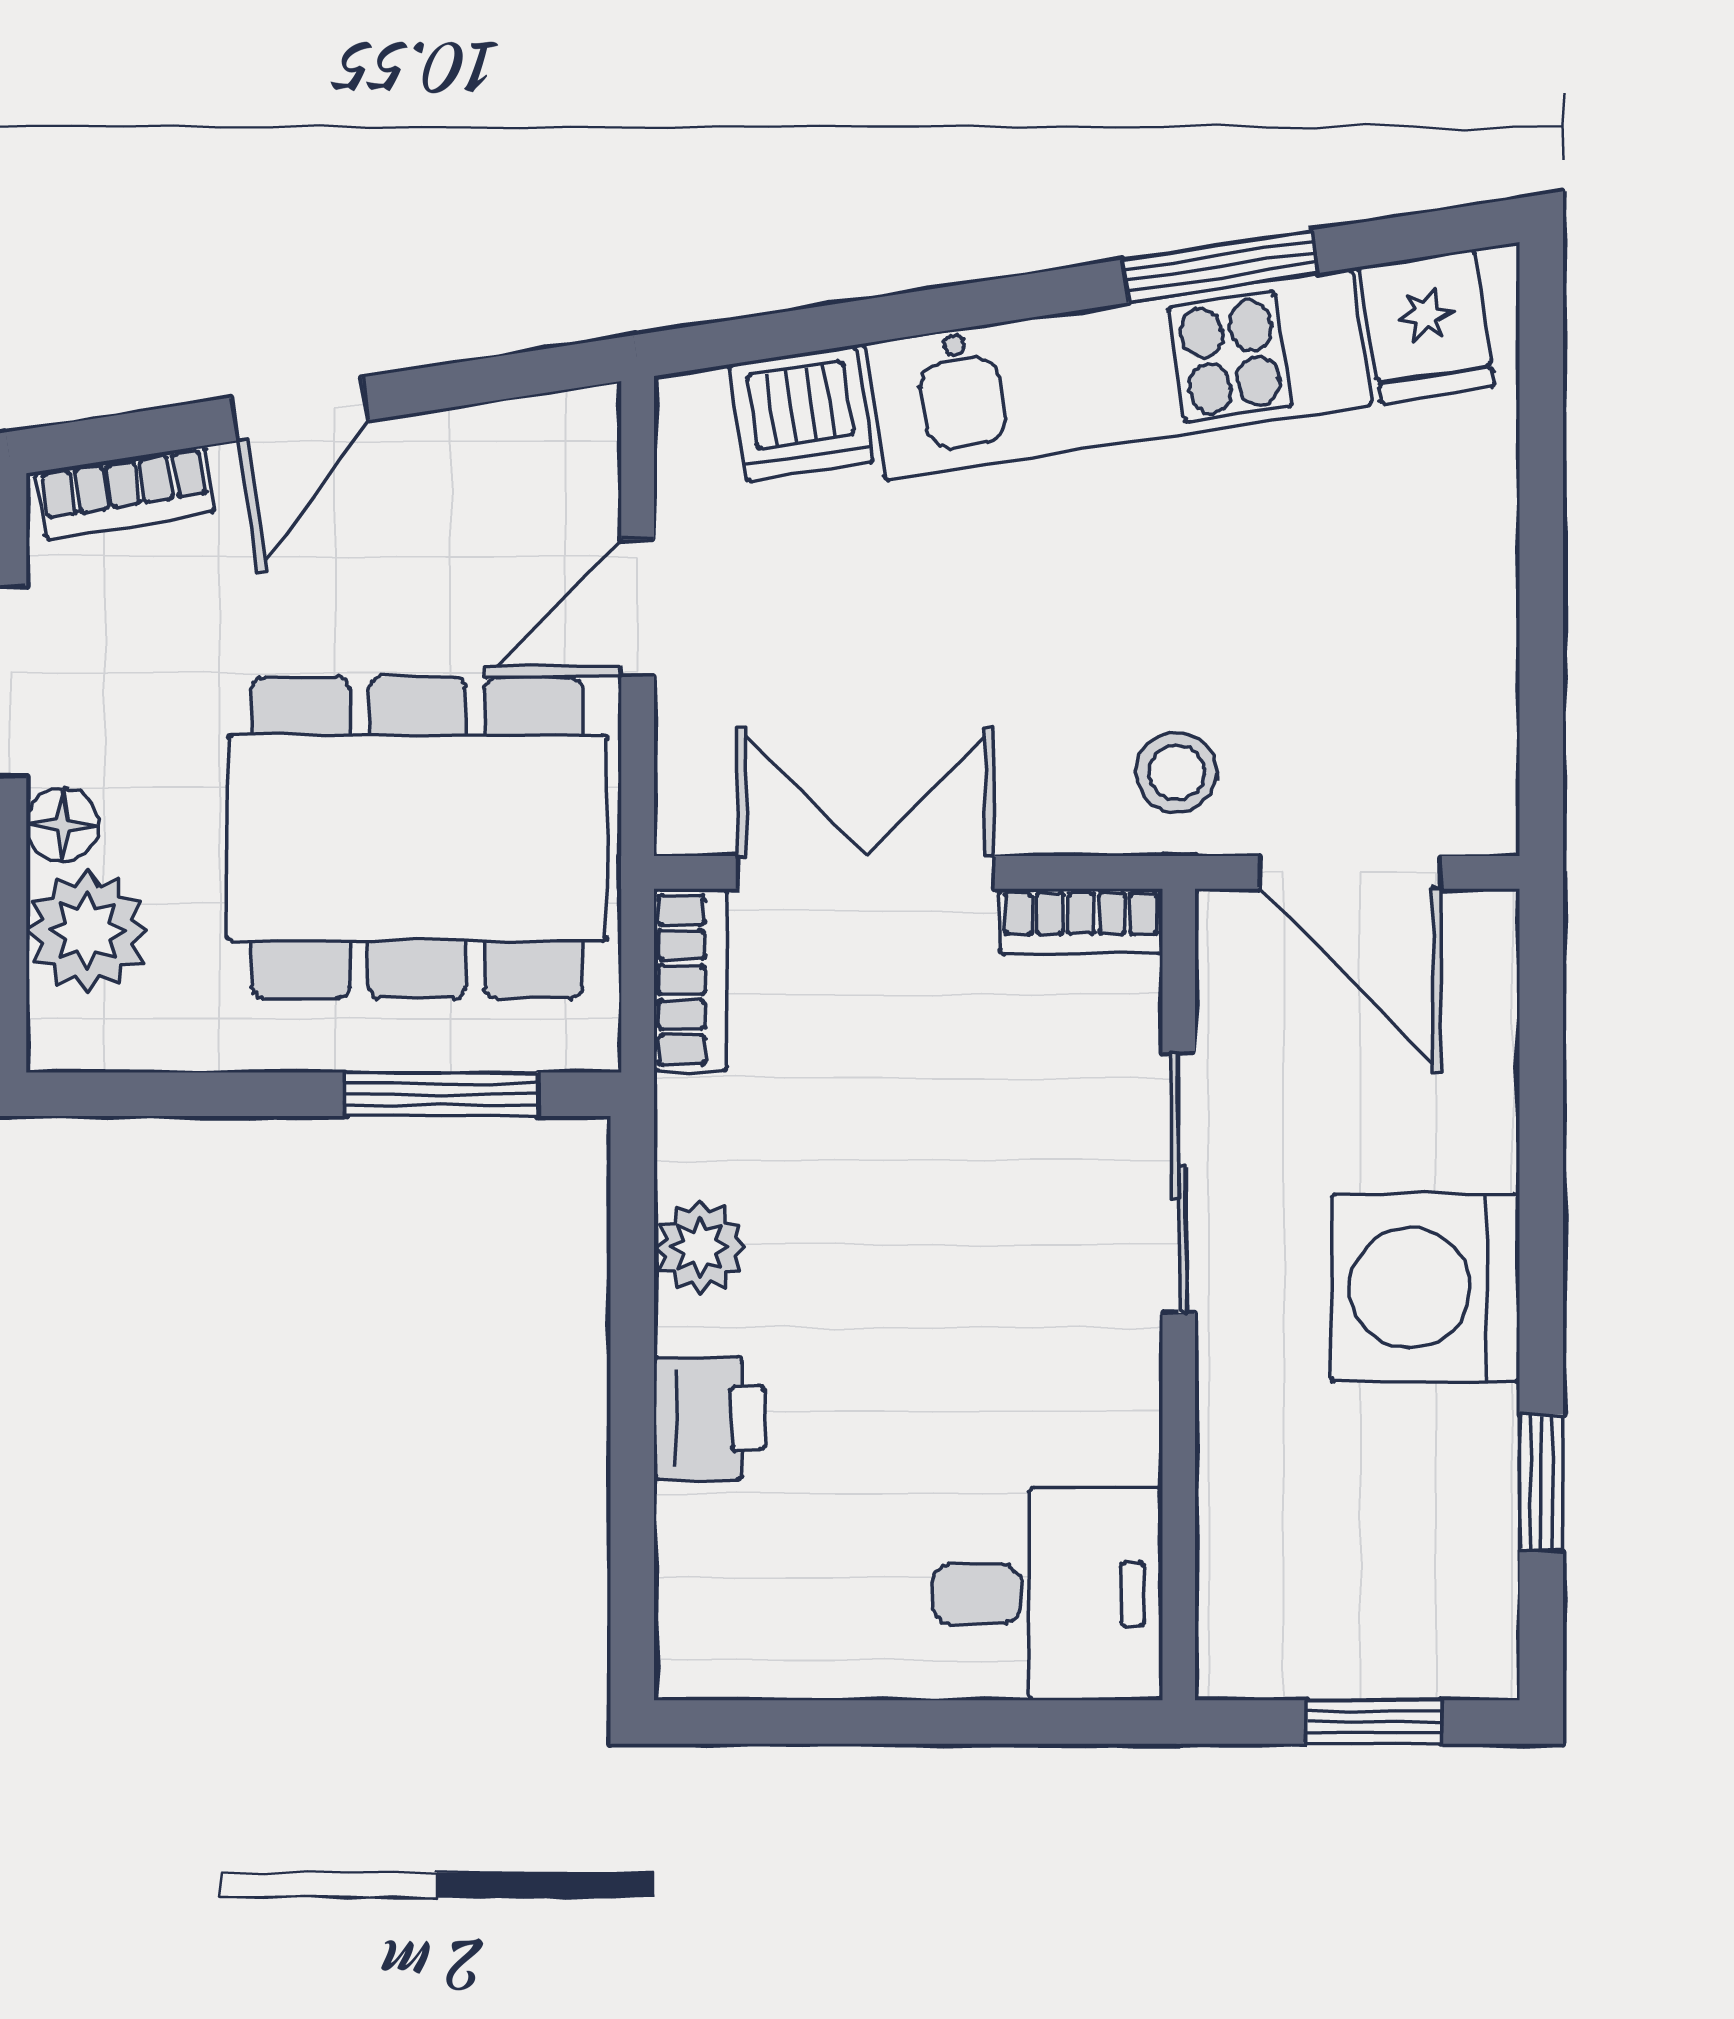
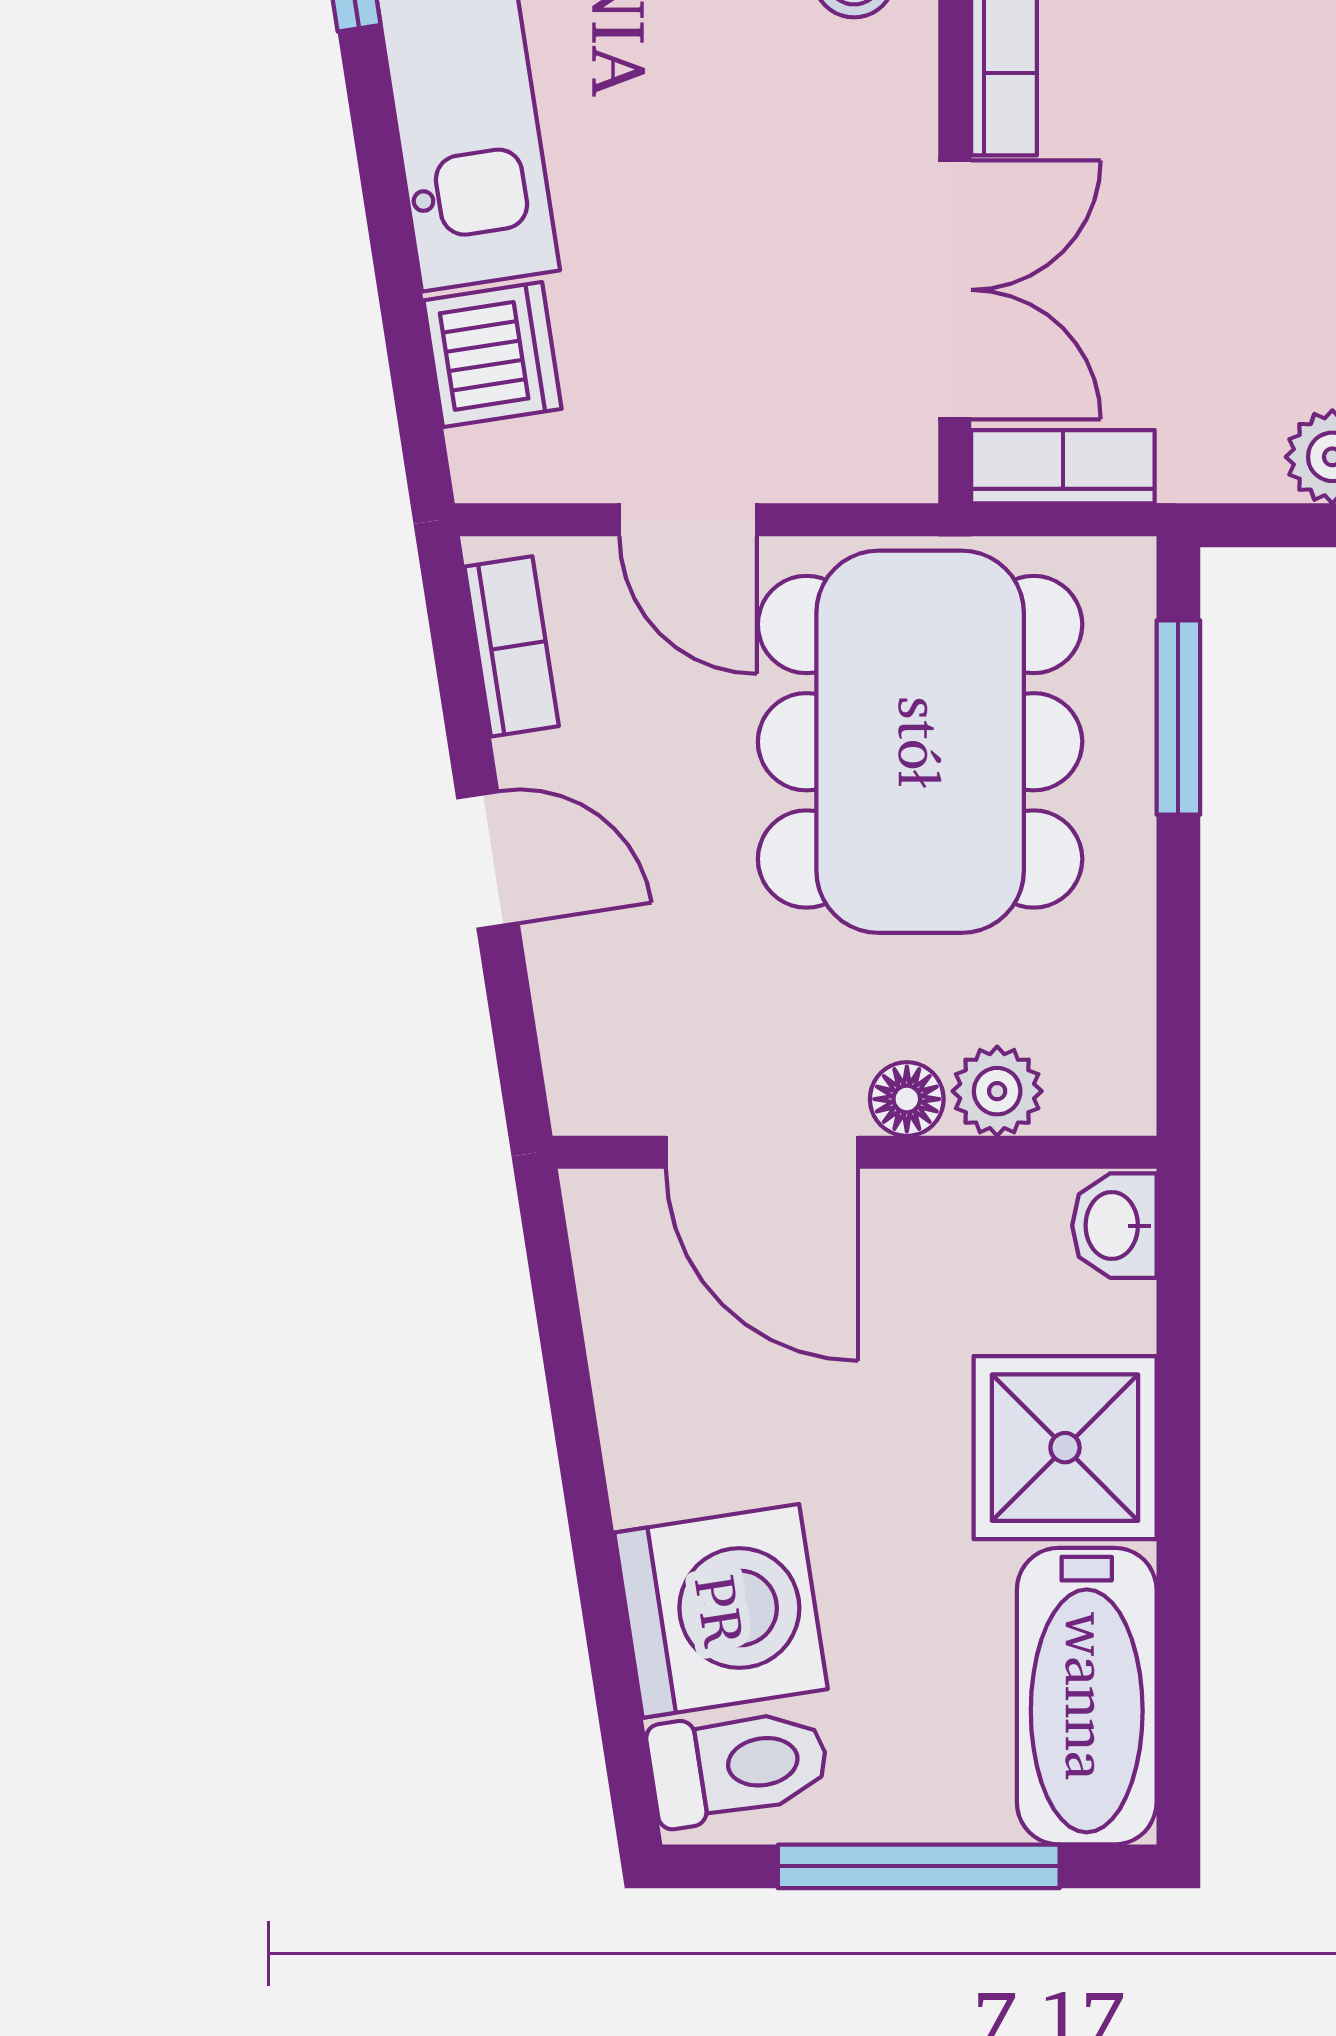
bookcase: (125, 492) -> (512, 646), moved
double door: (866, 872) -> (955, 290), swing flipped
plant: (87, 931) -> (997, 1091), width x0.73, depth x0.73

